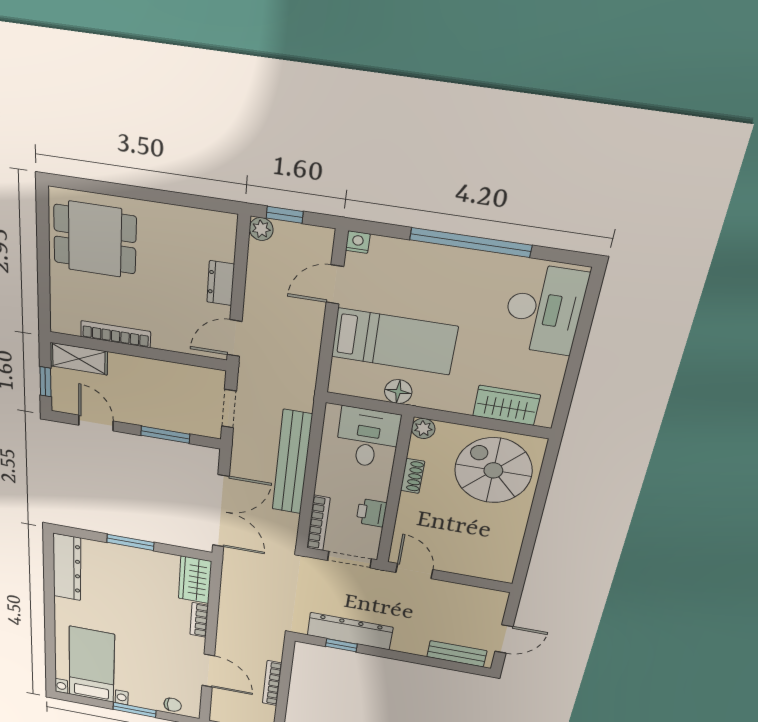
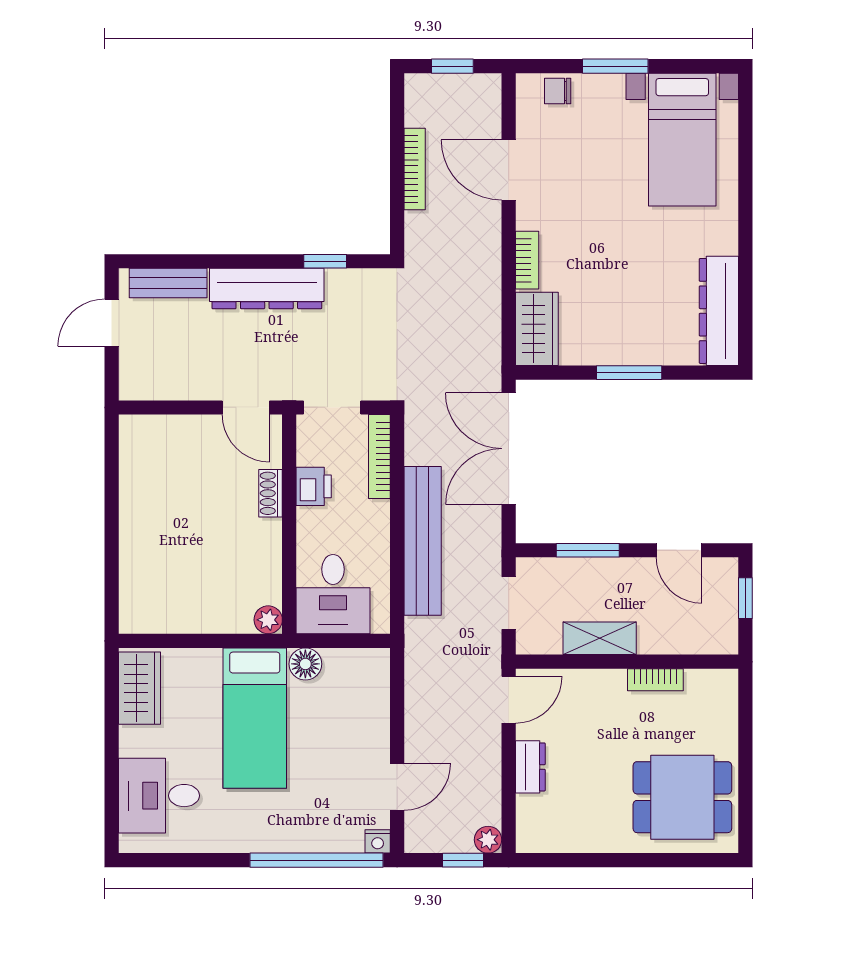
window: (471, 242) -> (317, 860), moved
desk: (544, 309) -> (159, 796), width x0.73
bookcase: (116, 334) -> (655, 680), width x0.64
bed: (394, 342) -> (255, 718), moved, turned -90
shelving: (79, 359) -> (600, 638), moved
wardrobe: (506, 405) -> (140, 688), moved, turned -90
spiral stairs: (493, 470) -> (175, 578), removed
shoe rack: (413, 476) -> (271, 493), moved
dresser: (350, 631) -> (267, 289), moved

